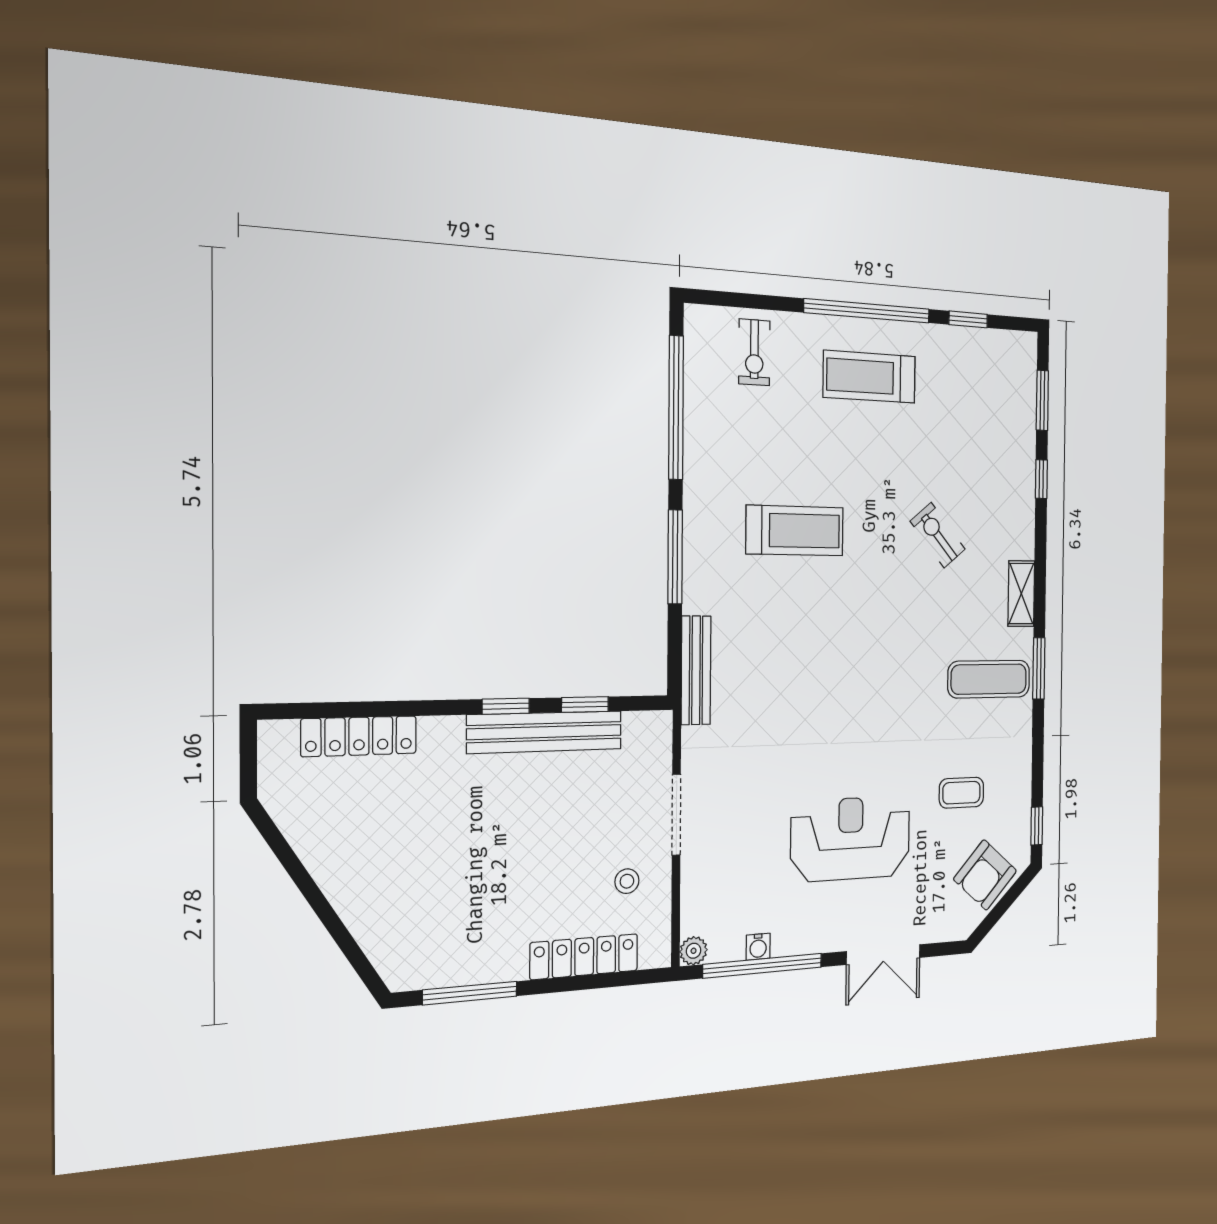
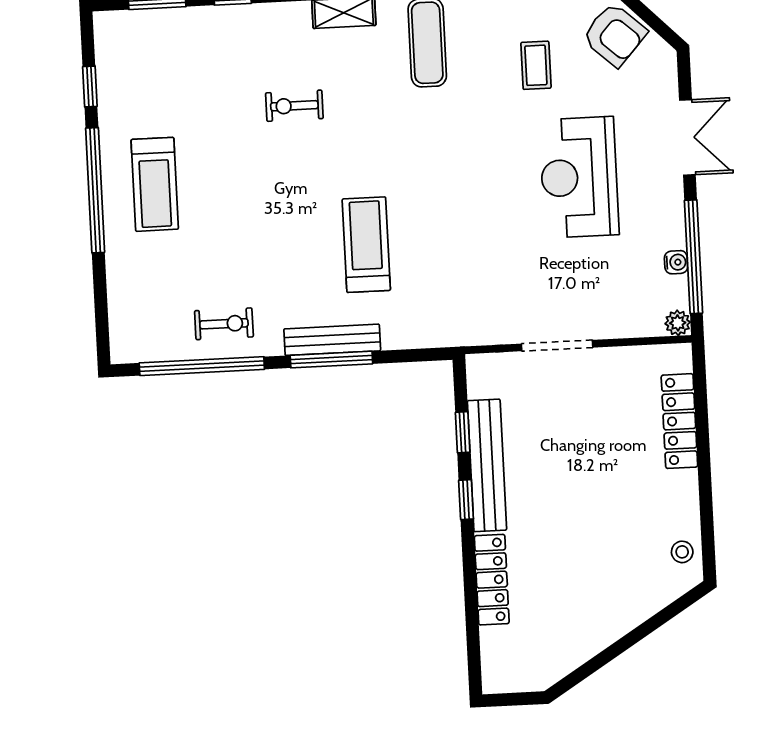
exercise bike: (754, 352) -> (224, 324), moved
treadmill: (795, 531) -> (366, 245), moved
exercise bike: (938, 535) -> (294, 106), turned 40
bench: (696, 670) -> (332, 340), moved
locker: (359, 736) -> (492, 580), moved
stool: (627, 881) -> (682, 552), moved
window: (470, 993) -> (707, 516), removed

